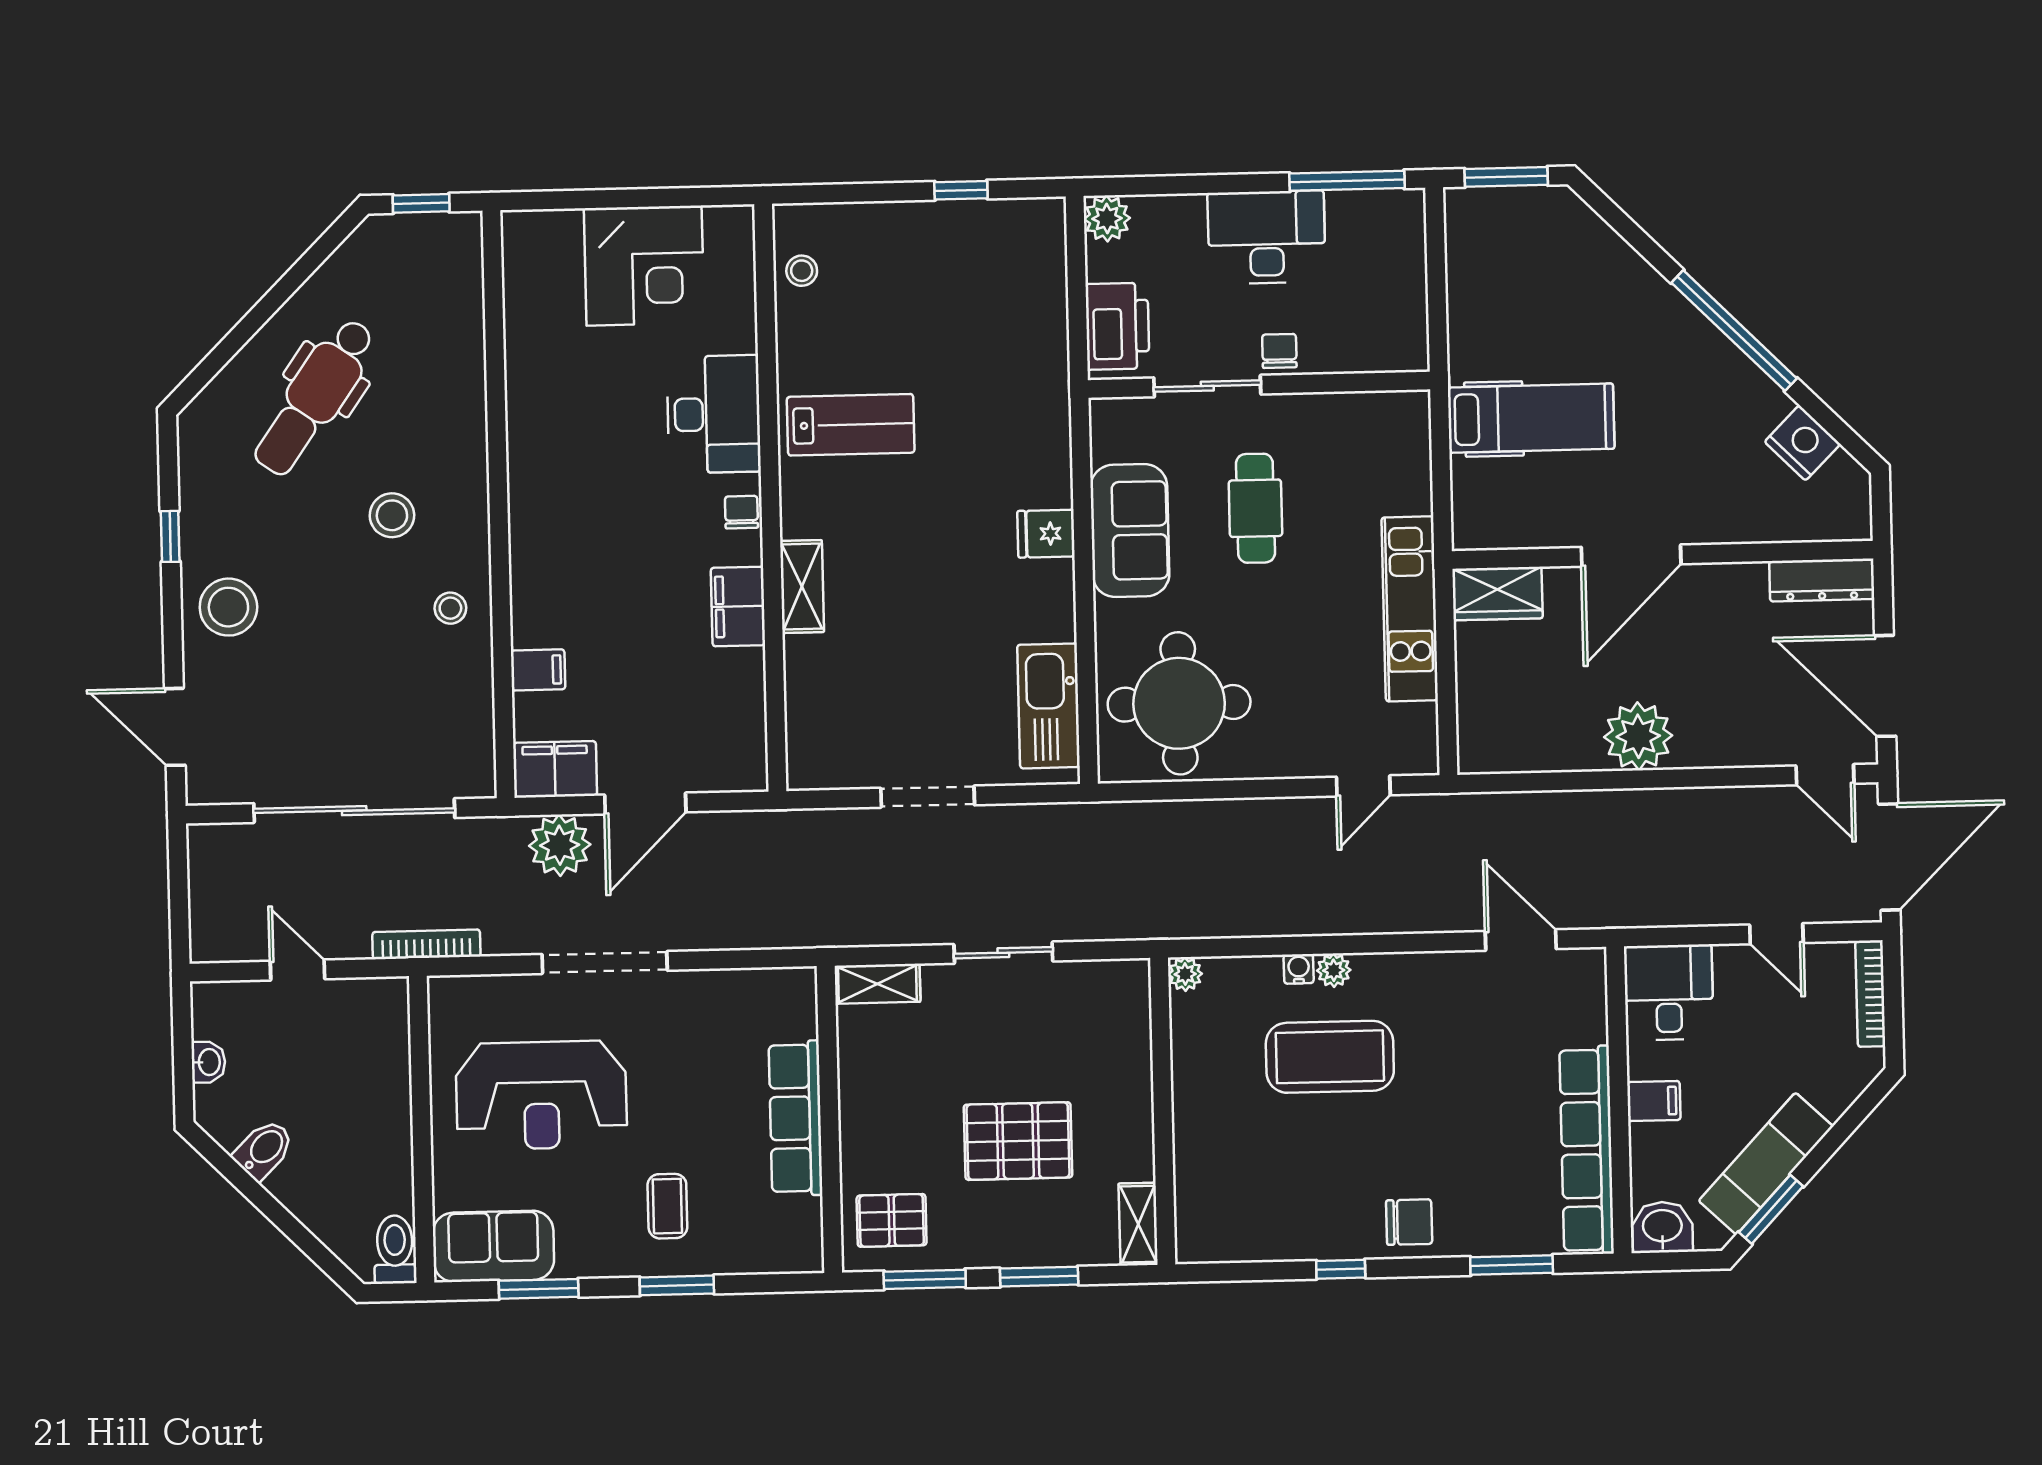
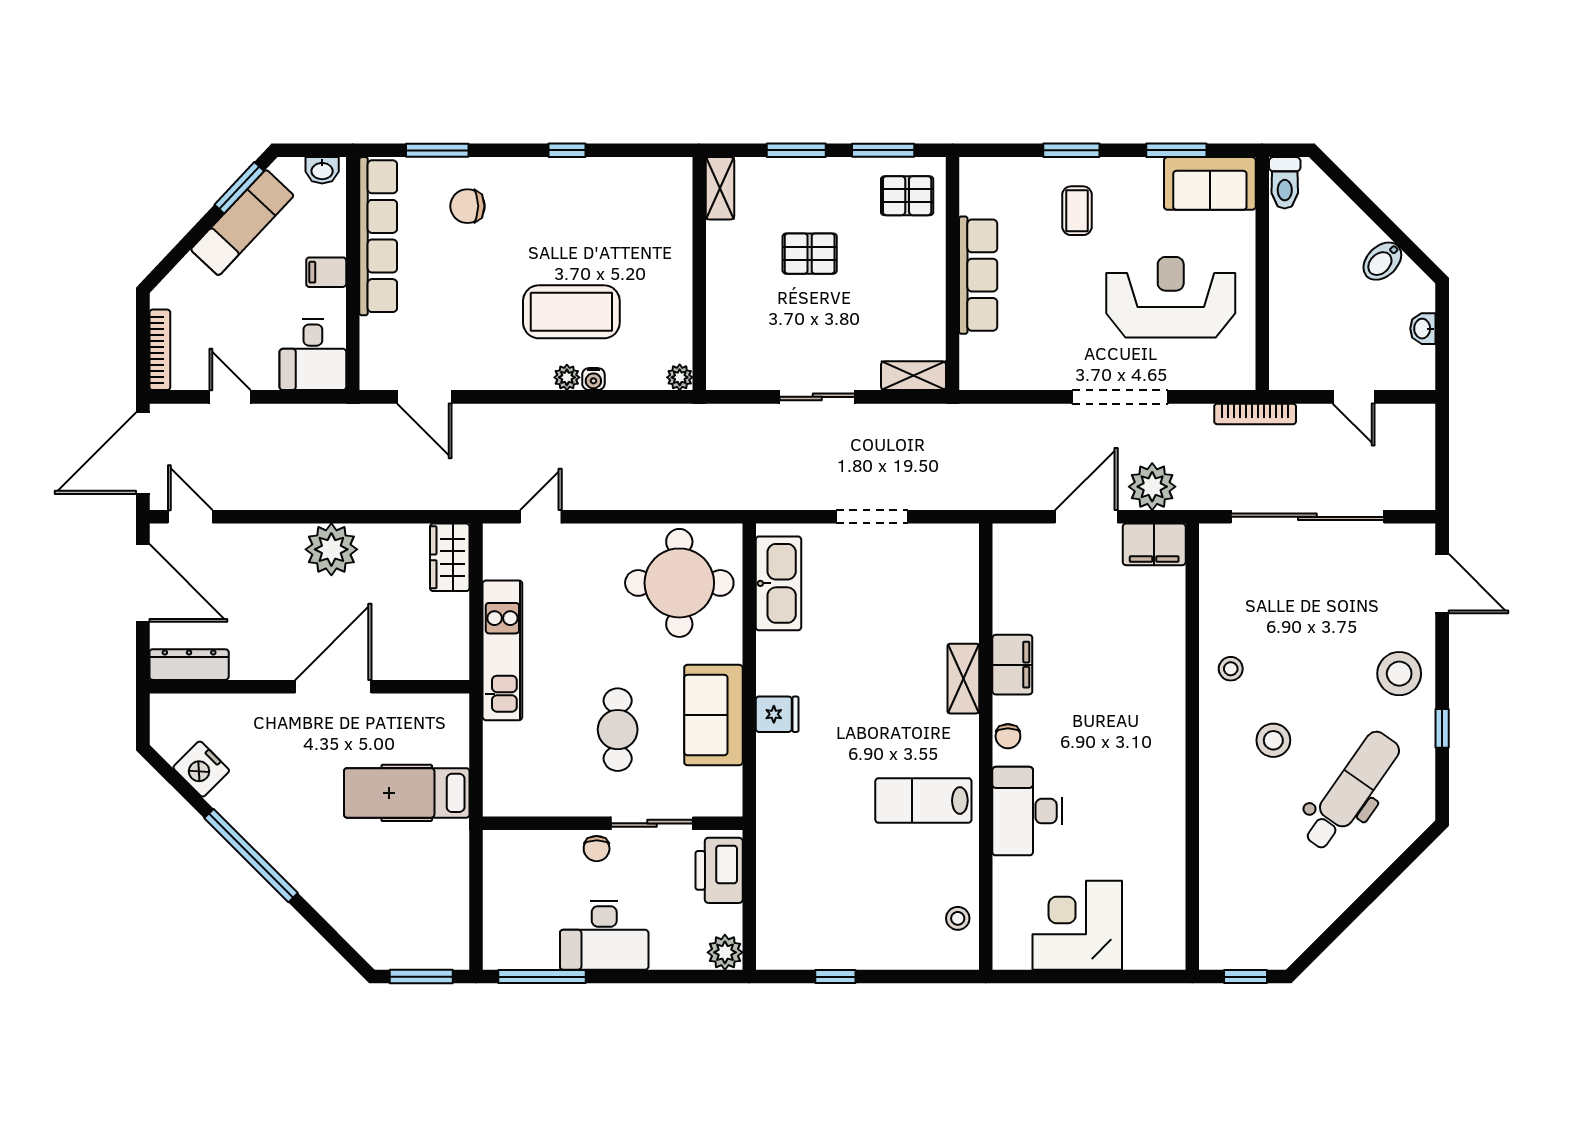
dental chair: (315, 397) -> (1351, 791), moved
wardrobe: (1497, 594) -> (450, 557), moved, turned -90
filing cabinet: (538, 670) -> (1165, 620), removed
pallet: (1018, 1141) -> (810, 254), width x0.67, depth x0.71
chair: (1409, 1222) -> (467, 206), moved
washbasin: (1662, 1227) -> (322, 170), width x0.72, depth x0.69

